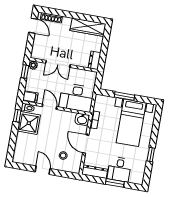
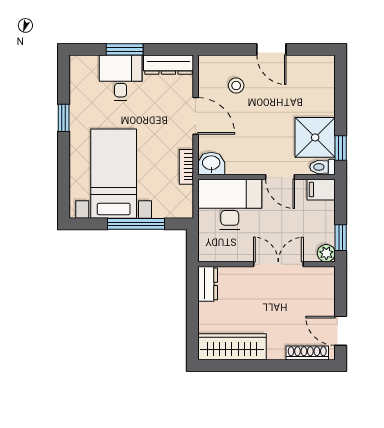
window: (124, 96) -> (136, 224), width x1.44

